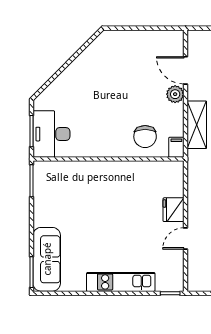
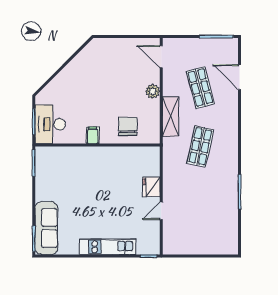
door: (186, 70) -> (161, 57), moved
chair: (145, 137) -> (128, 126), turned 180
filing cabinet: (176, 147) -> (93, 135), moved

